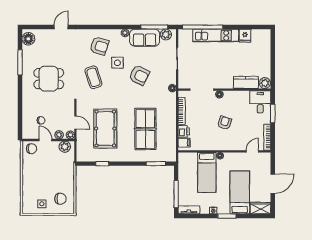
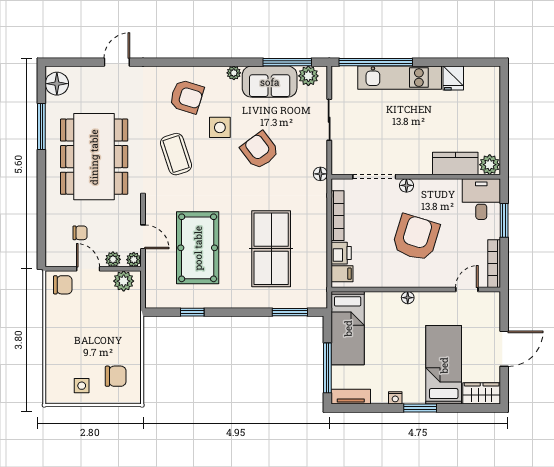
armchair: (139, 75) -> (260, 150), turned -153
dining table: (49, 79) -> (94, 157), width x1.88, depth x1.24
armchair: (225, 123) -> (416, 237), width x1.88, depth x1.88
bed: (207, 172) -> (348, 328), moved

